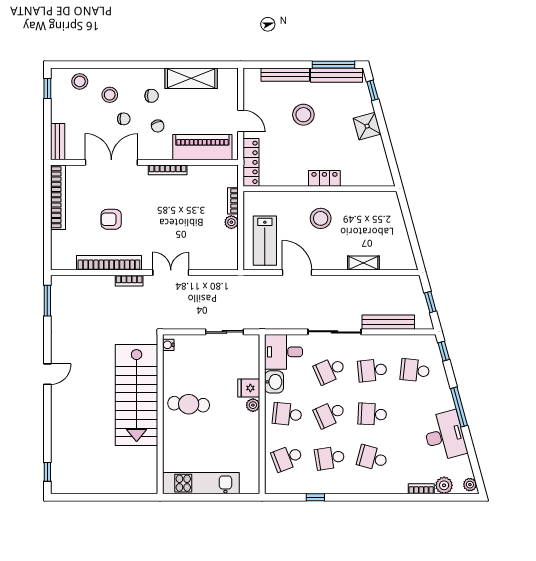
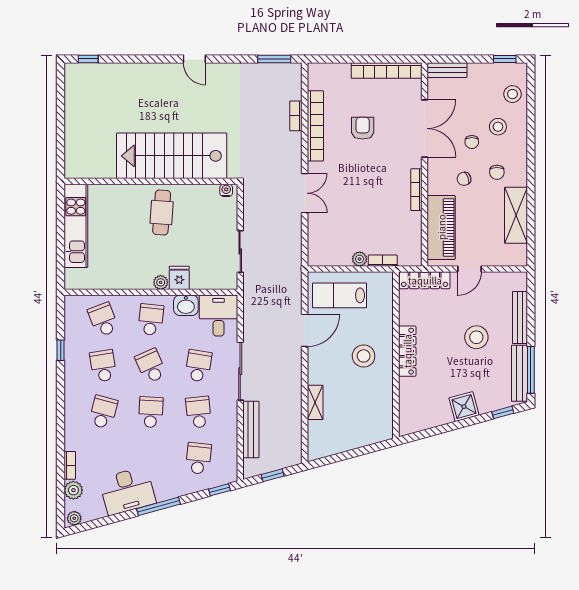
locker: (324, 178) -> (407, 351), width x1.53
bookcase: (129, 281) -> (296, 116), moved
school desk: (330, 370) -> (198, 366), turned 33

